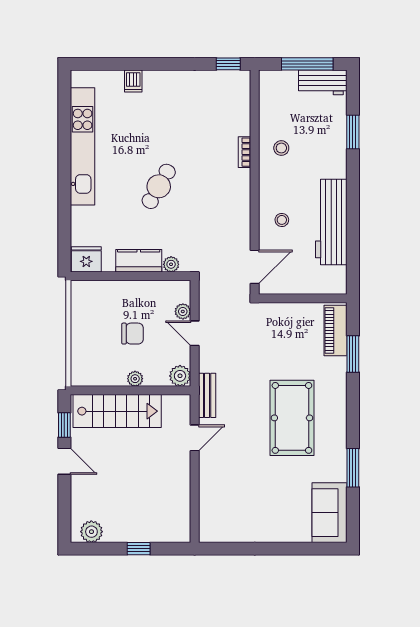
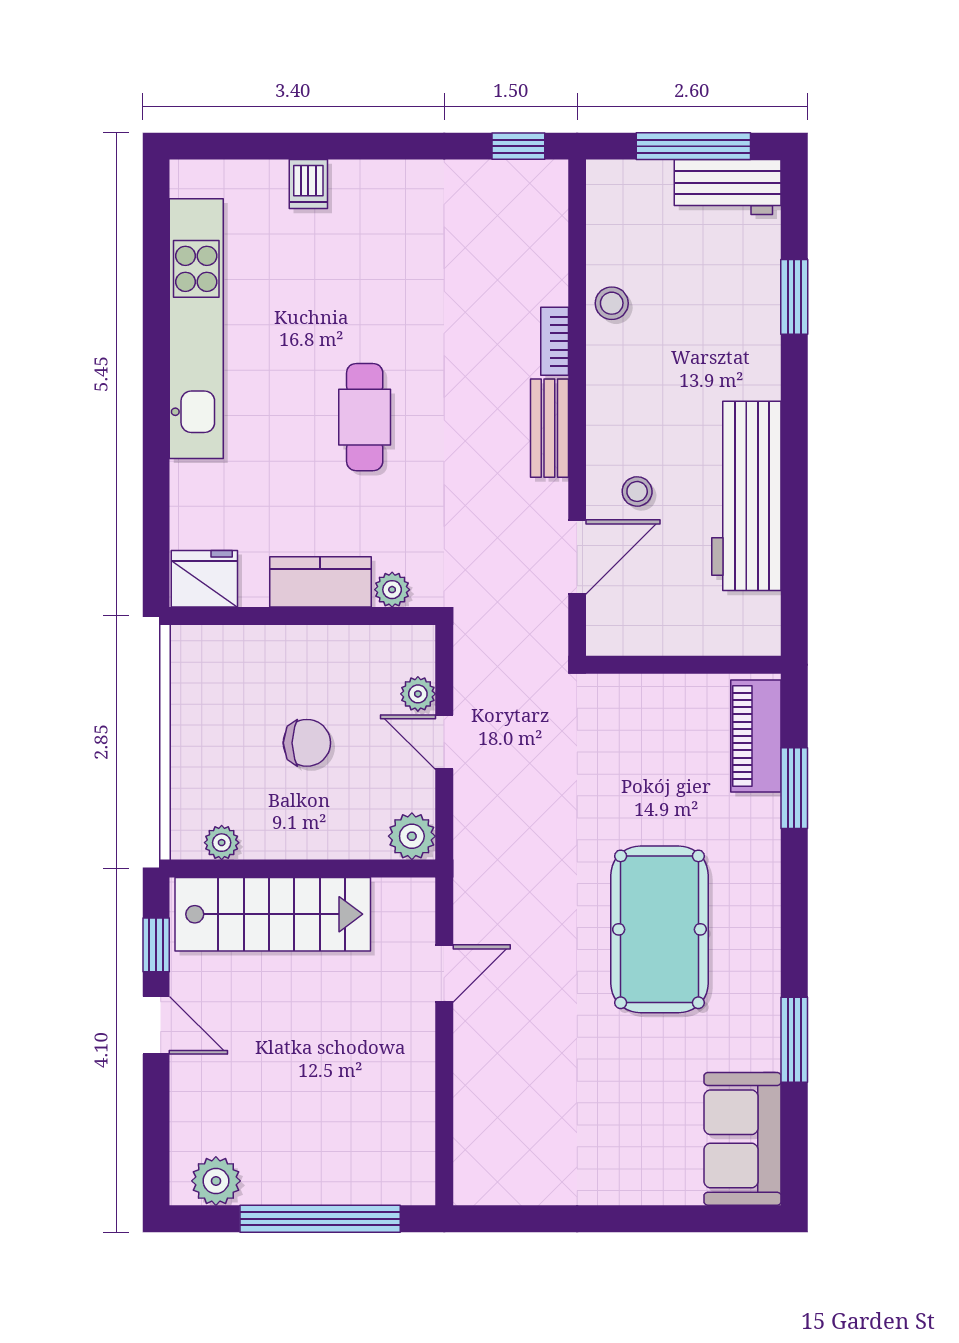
stool: (281, 148) -> (612, 303), moved
cafe table: (159, 186) -> (365, 417), turned -30
door: (255, 267) -> (577, 557), moved
plant: (135, 379) -> (222, 843), moved
bench: (207, 395) -> (549, 428), moved
window: (139, 549) -> (320, 1219), width x3.17

